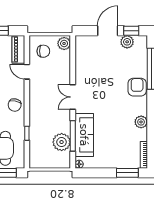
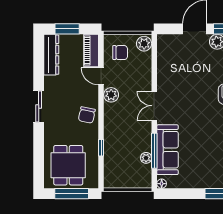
plant: (36, 88) -> (111, 95), added
plant: (62, 142) -> (146, 158), width x0.53, depth x0.53

